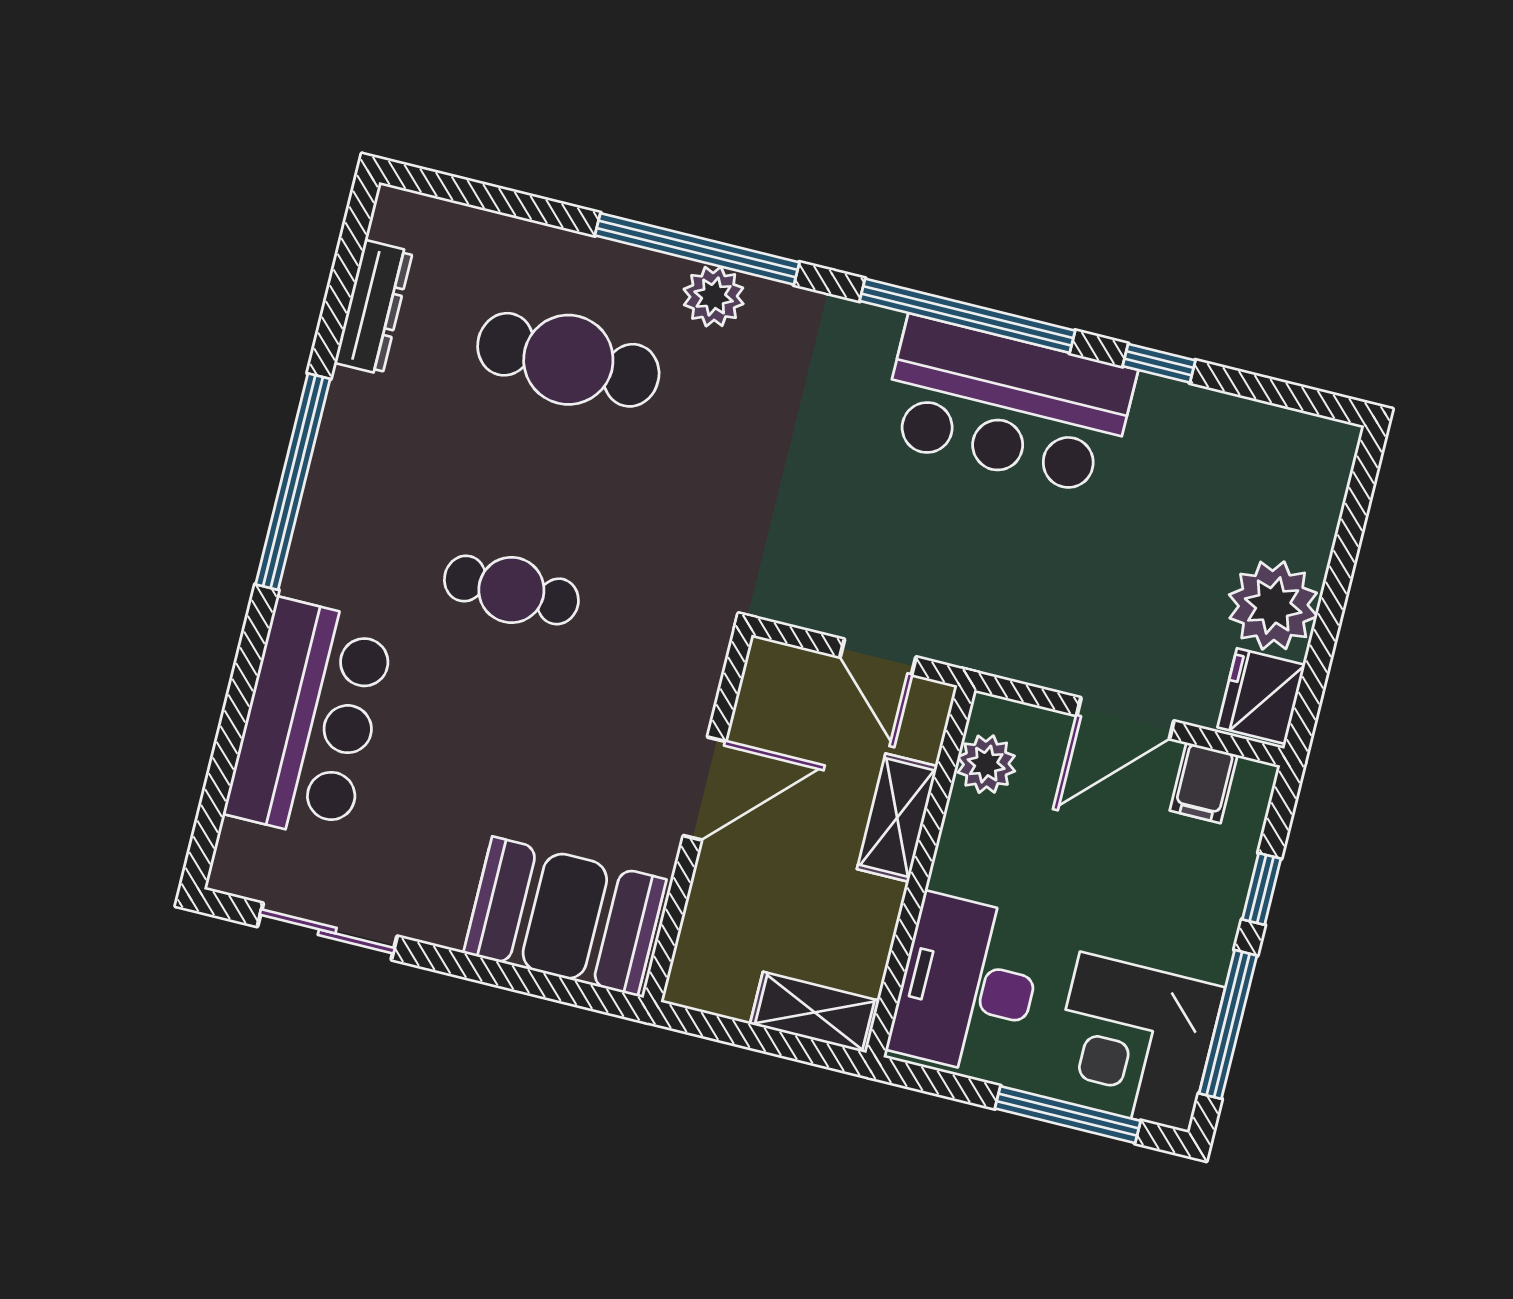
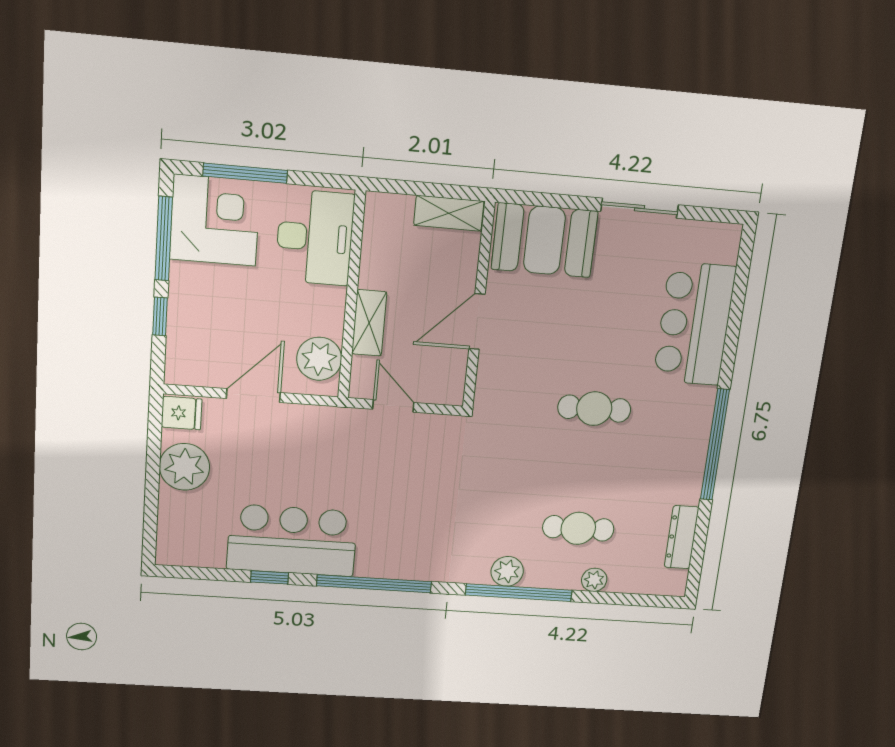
plant: (550, 249) -> (594, 580), added
cafe table: (568, 360) -> (578, 528), width x0.73, depth x0.74
bar counter: (1007, 405) -> (292, 540), moved
fridge: (1261, 696) -> (182, 413), width x0.72
plant: (986, 764) -> (319, 359), width x1.36, depth x1.36
filing cabinet: (1204, 783) -> (204, 368), removed
sliding door: (327, 931) -> (639, 208), moved
shelving: (815, 1012) -> (449, 213), moved

